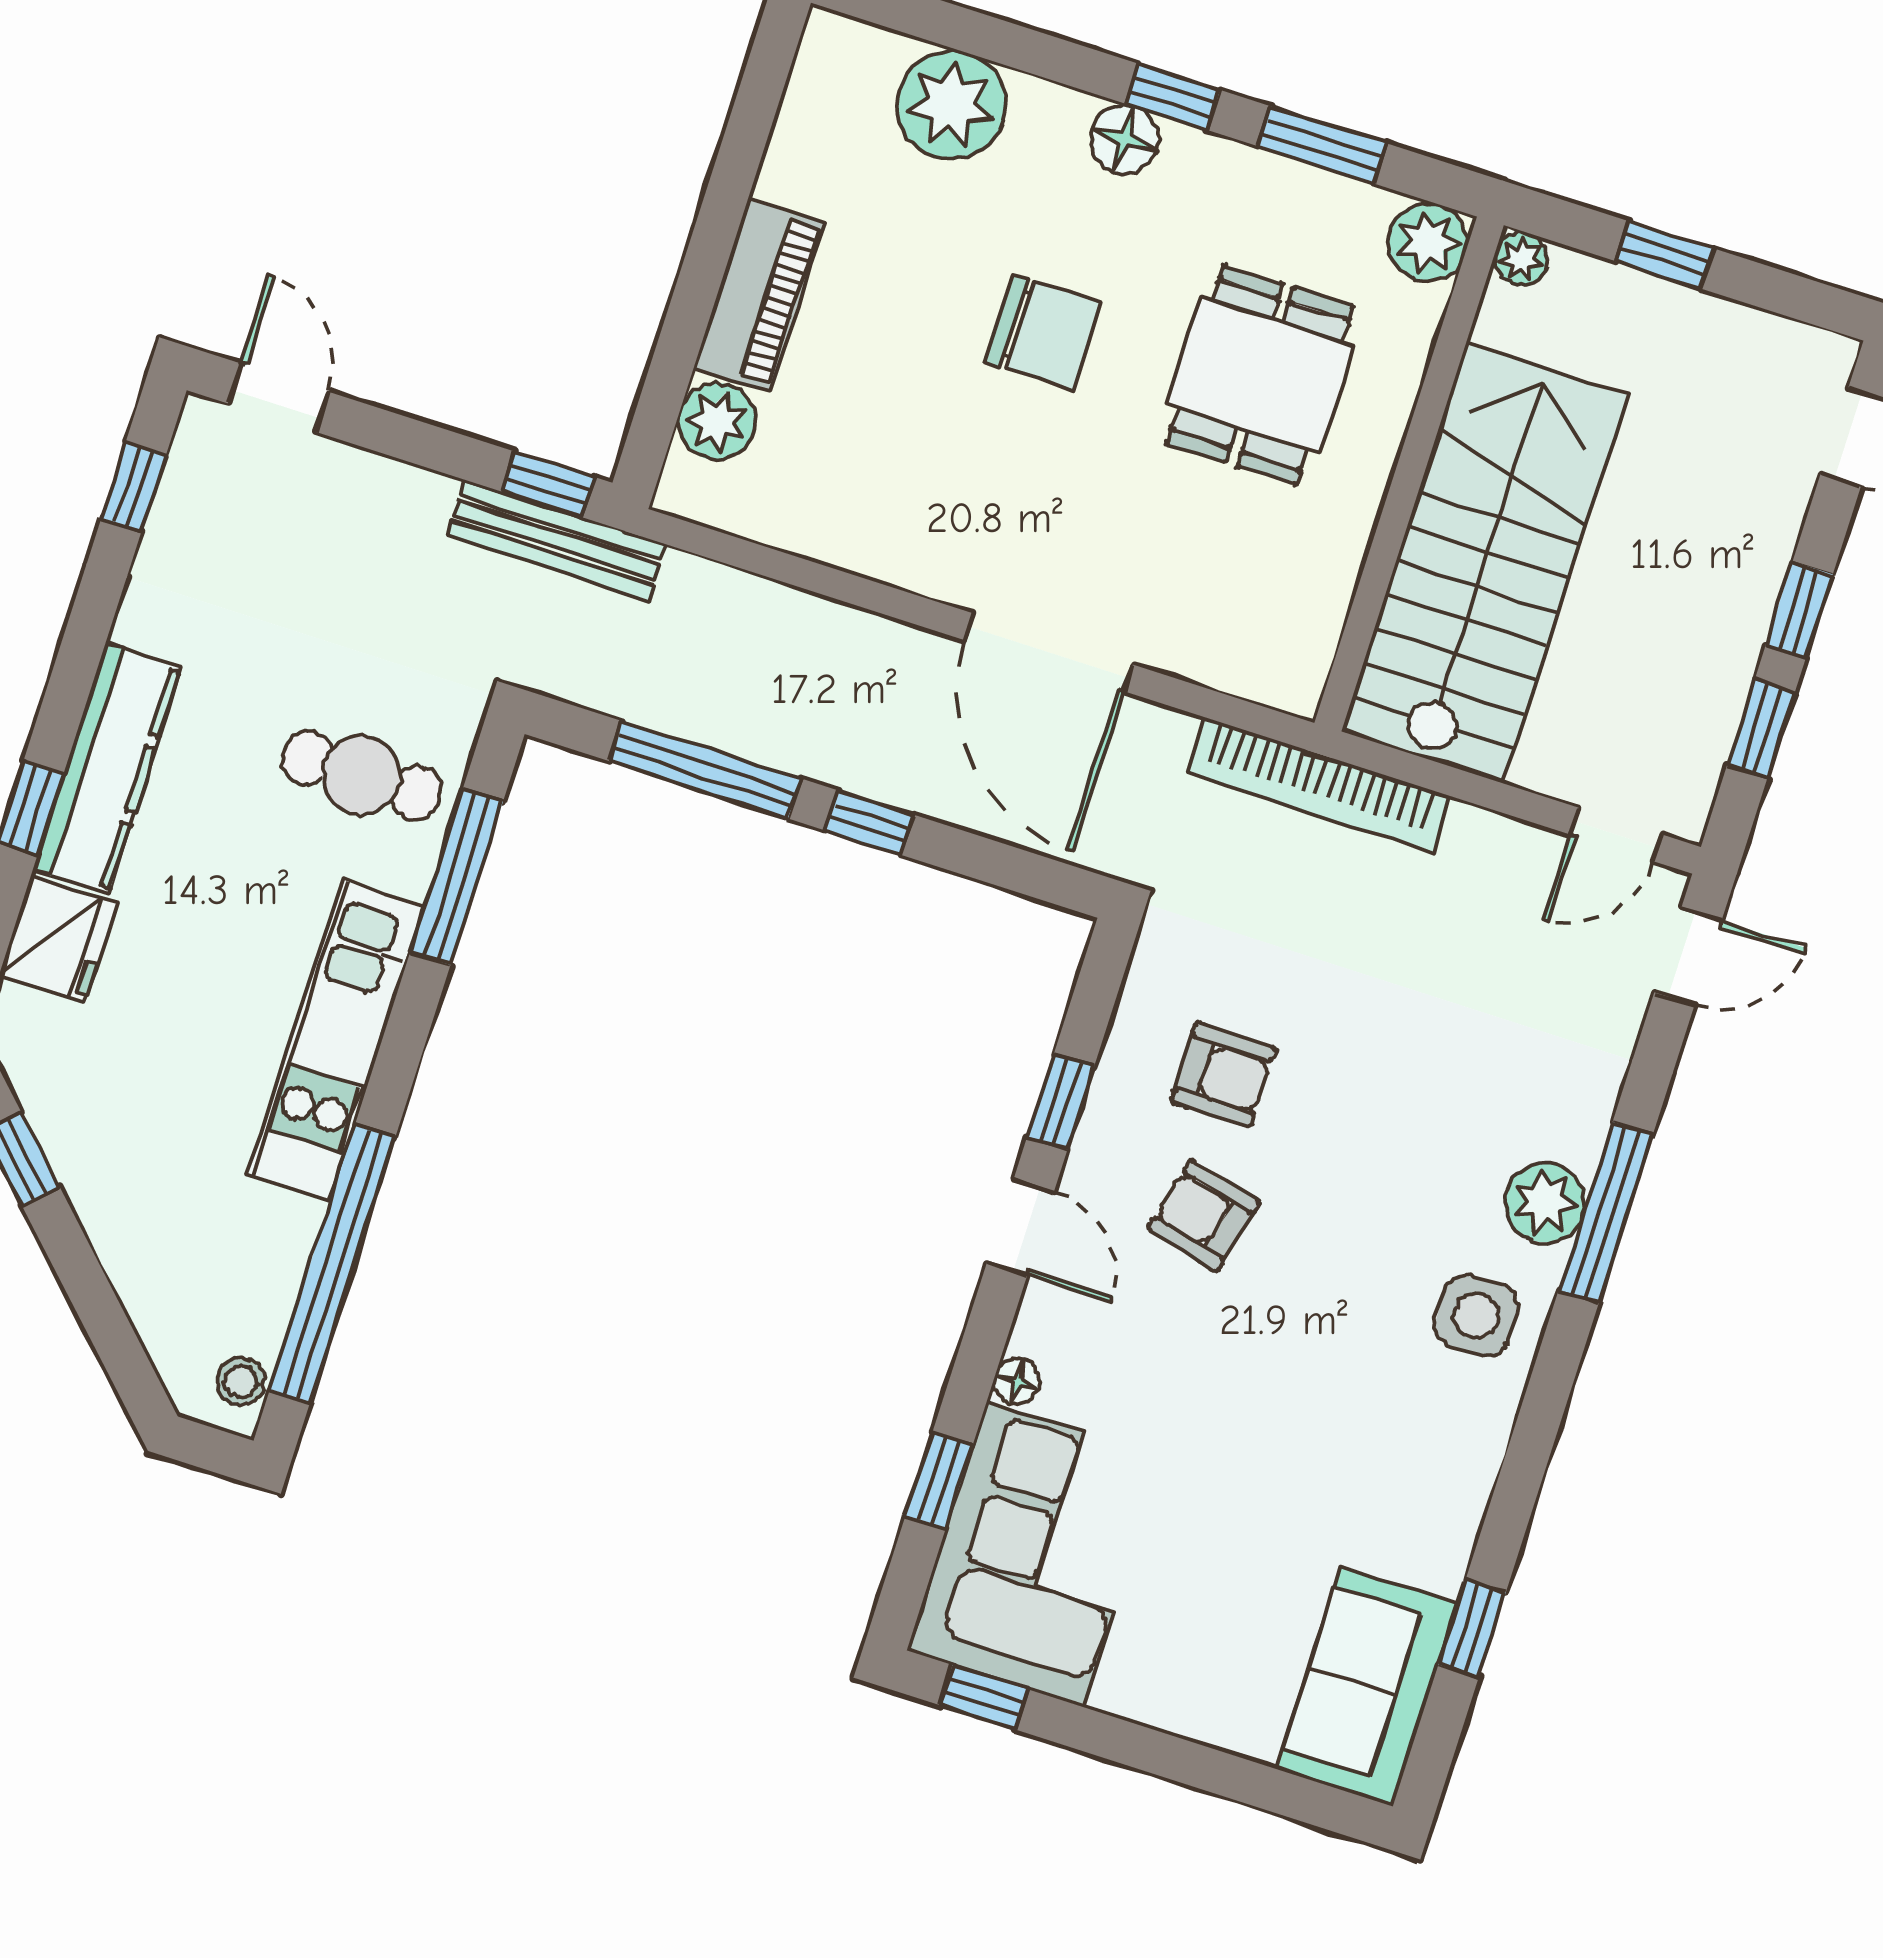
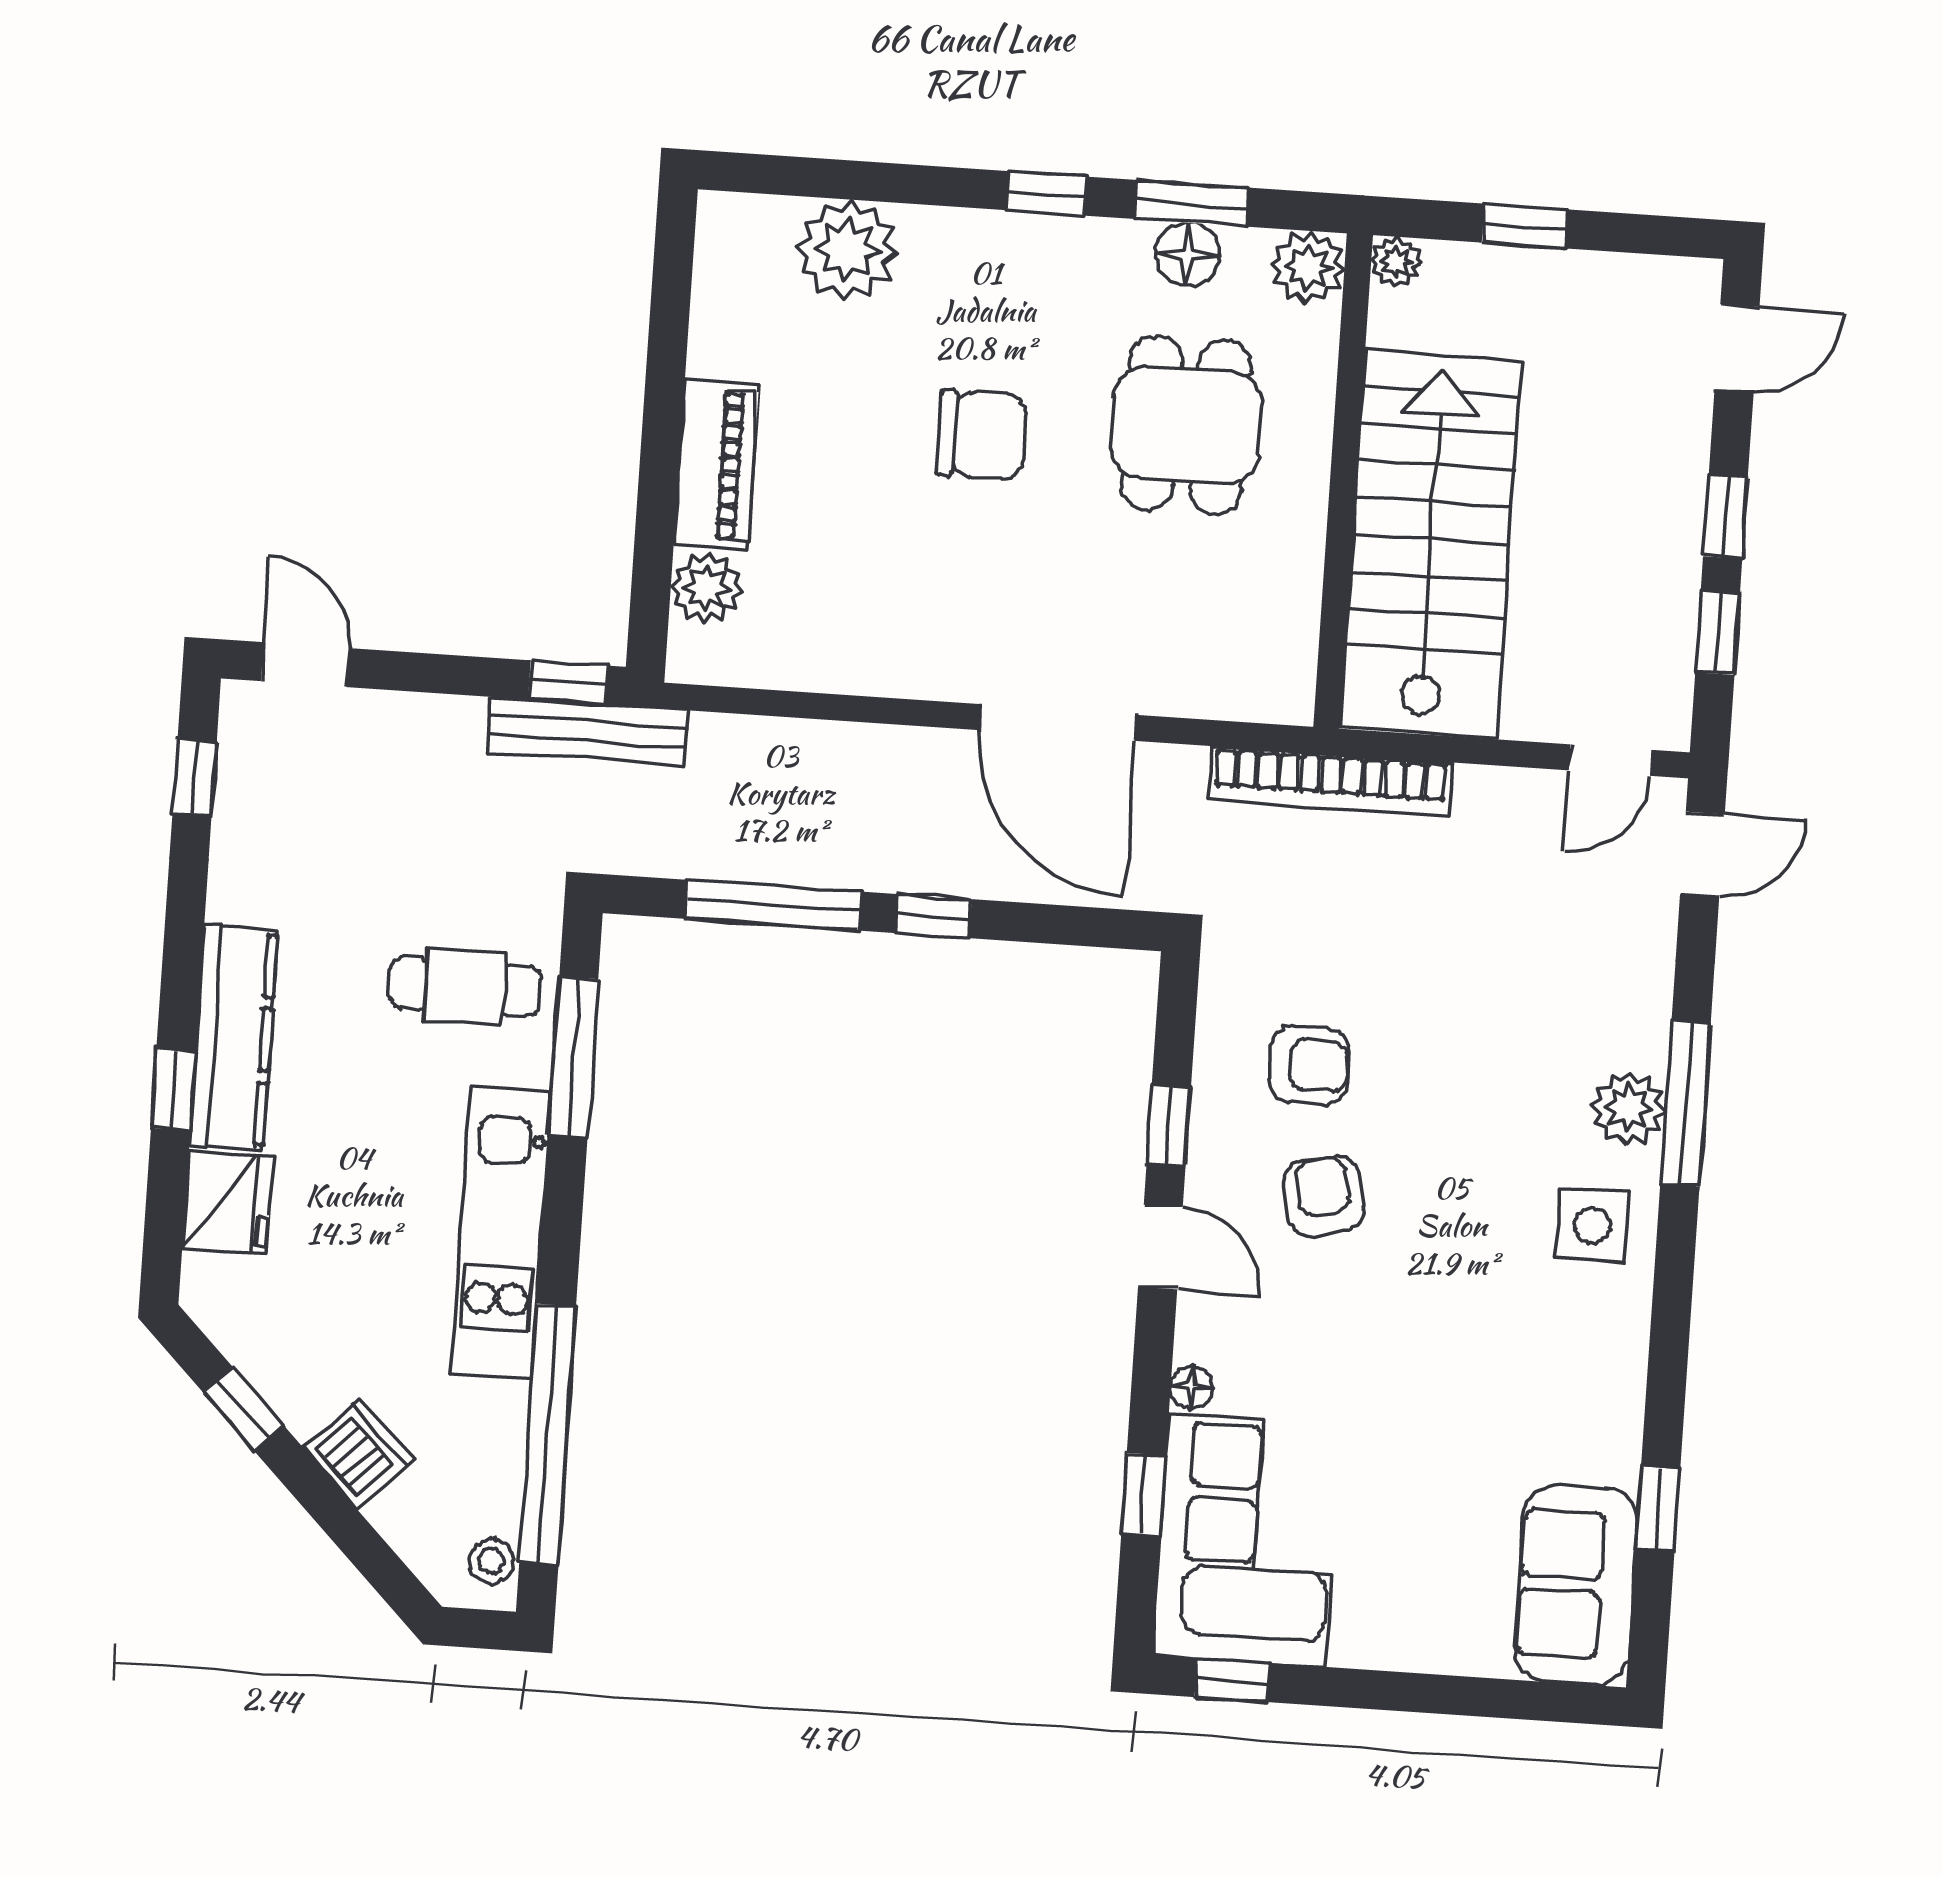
floor lamp: (1124, 139) -> (1188, 255), moved
armchair: (1204, 1216) -> (1323, 1196), turned 64
dishwasher: (130, 1235) -> (359, 1453), added

